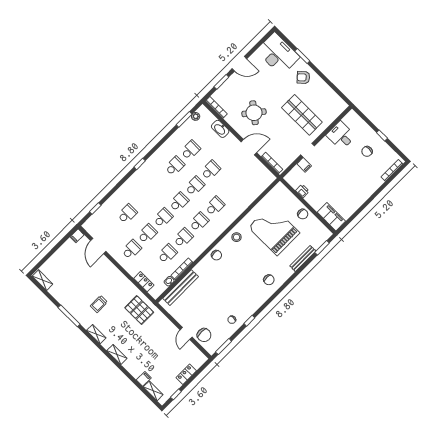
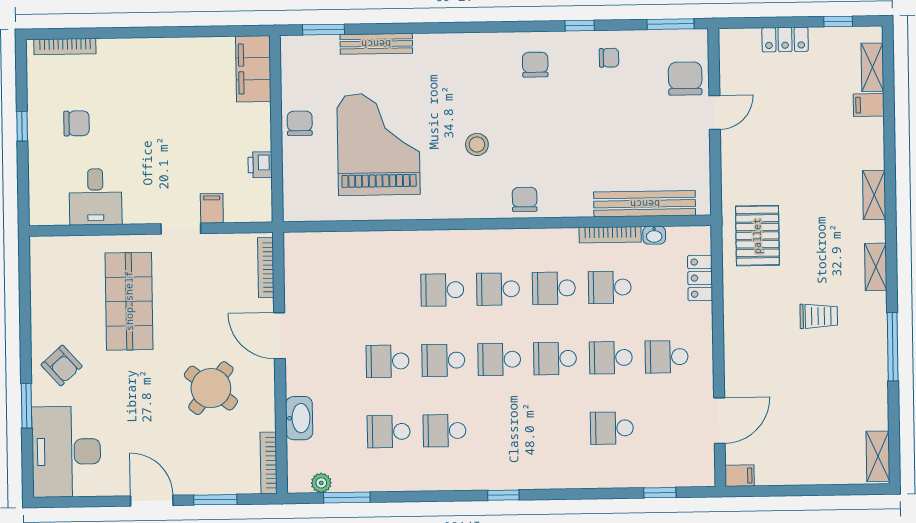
grand piano: (274, 230) -> (378, 144), turned 180
stool: (237, 237) -> (477, 144), moved
chair: (269, 280) -> (535, 65), moved

